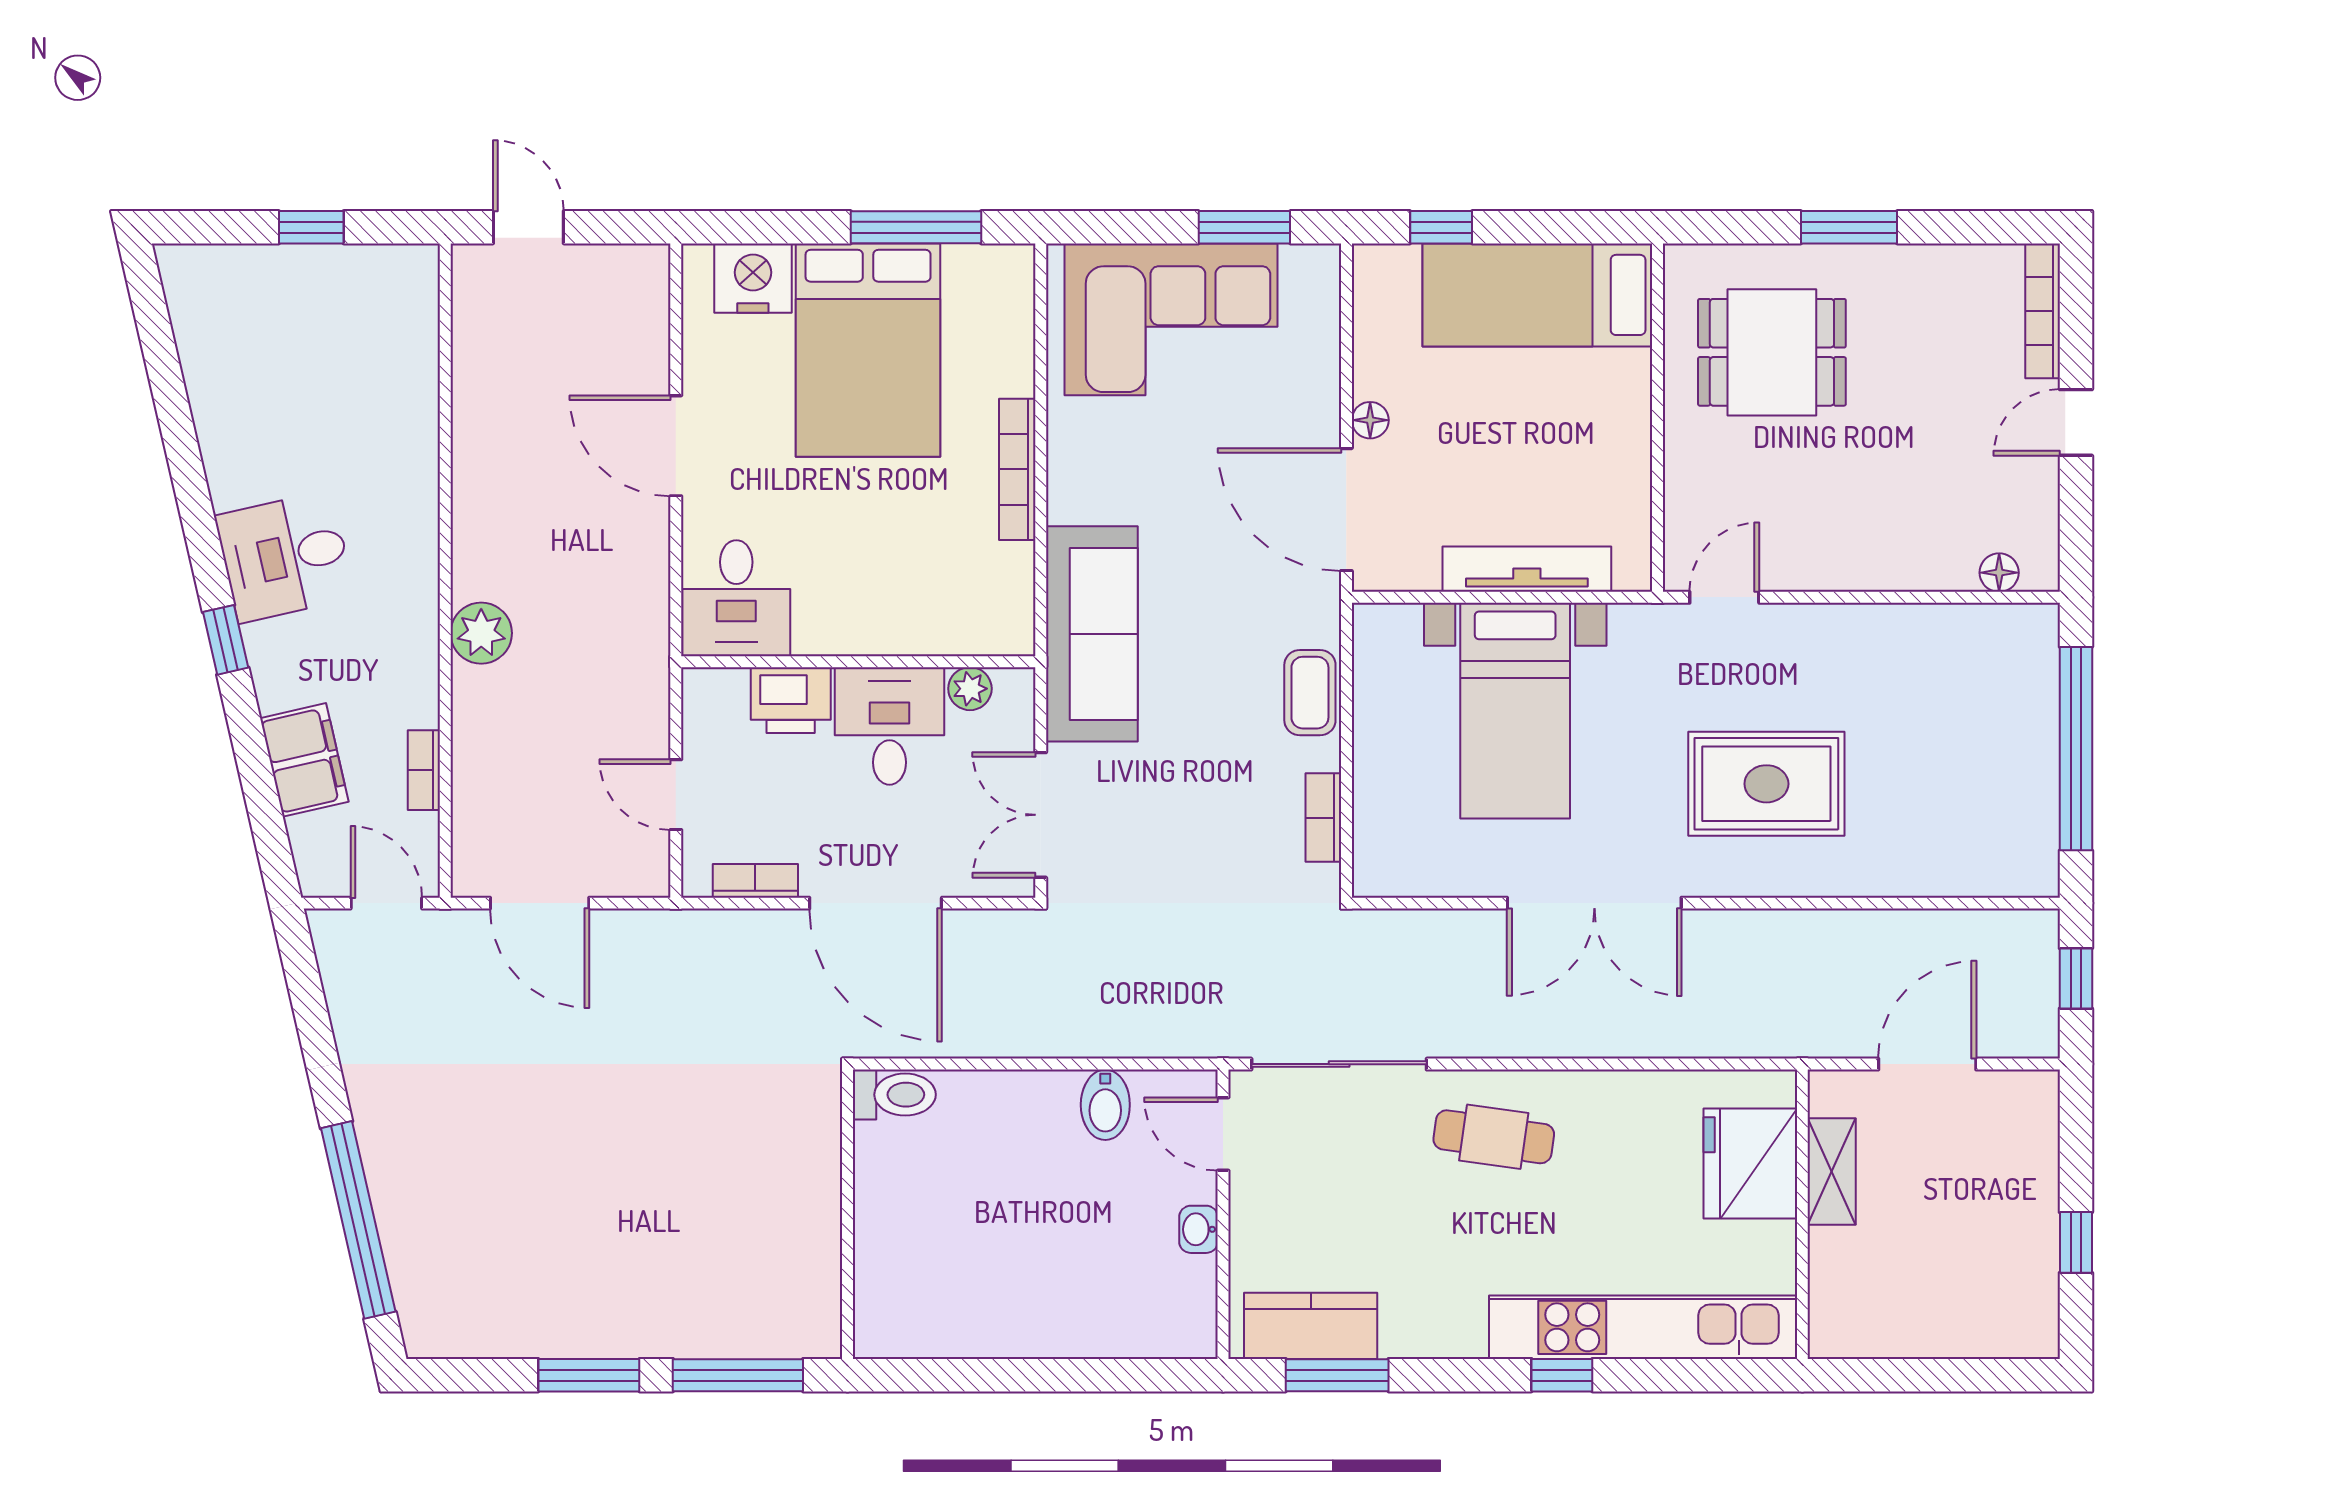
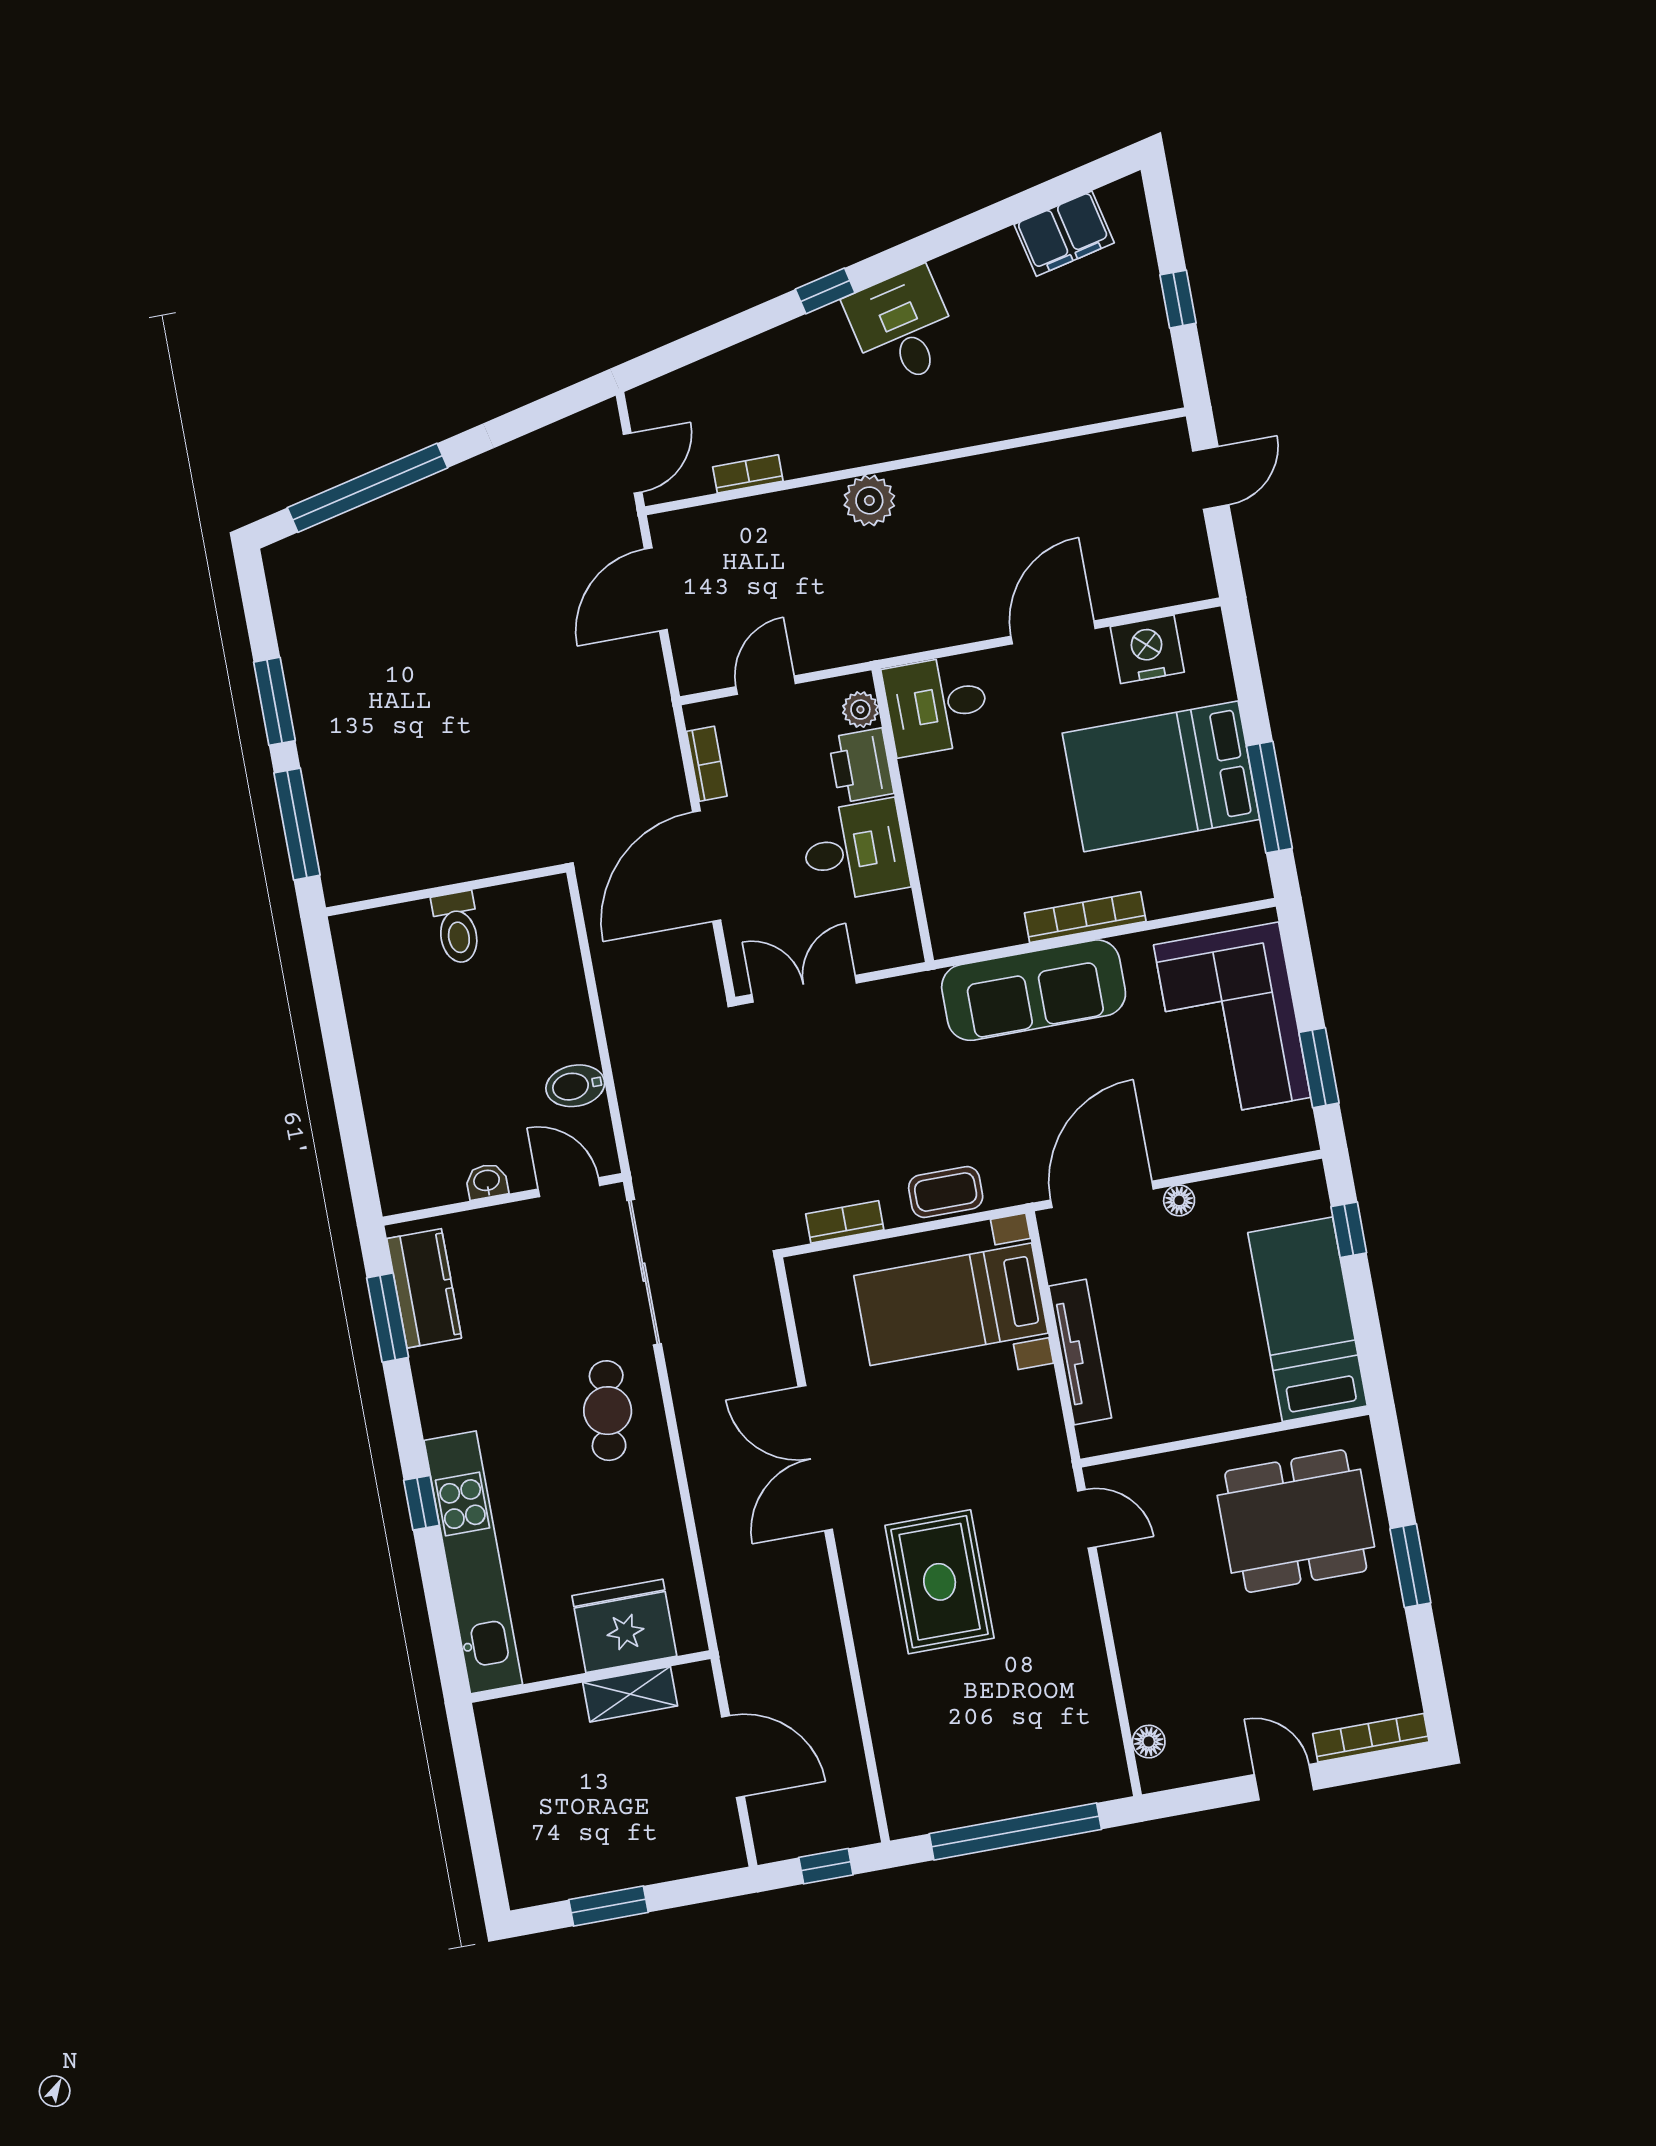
nightstand: (753, 278) -> (1147, 649), moved, turned -90
dining table: (1772, 352) -> (1296, 1521), width x1.38
sofa: (1092, 634) -> (1034, 990), moved
plant: (970, 689) -> (860, 710), moved
bed with nightstands: (1515, 711) -> (951, 1304), moved
filing cabinet: (304, 760) -> (1064, 234), moved
toilet: (894, 1095) -> (457, 928), moved
door: (1223, 1134) -> (569, 1187), hinge flipped
window: (2076, 1242) -> (609, 1906), width x1.50

